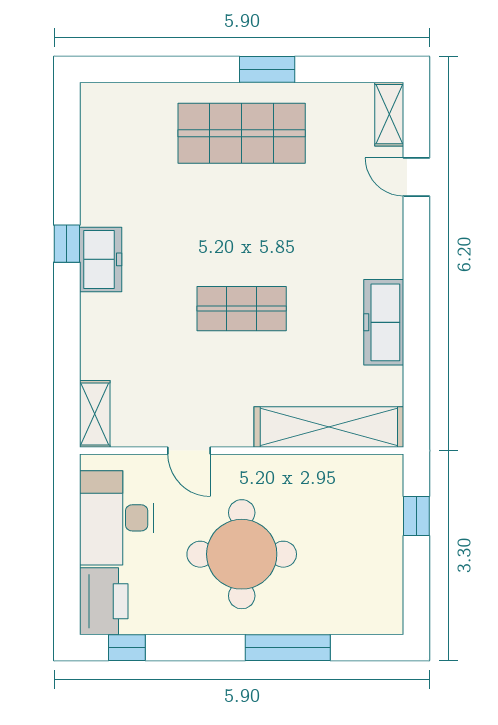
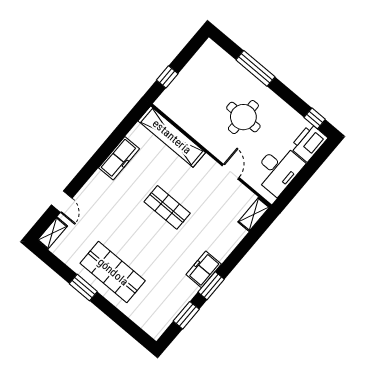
window: (67, 163) -> (186, 315), added
window: (67, 244) -> (211, 286), width x1.50
round table: (242, 554) -> (243, 117), width x0.73, depth x0.73

